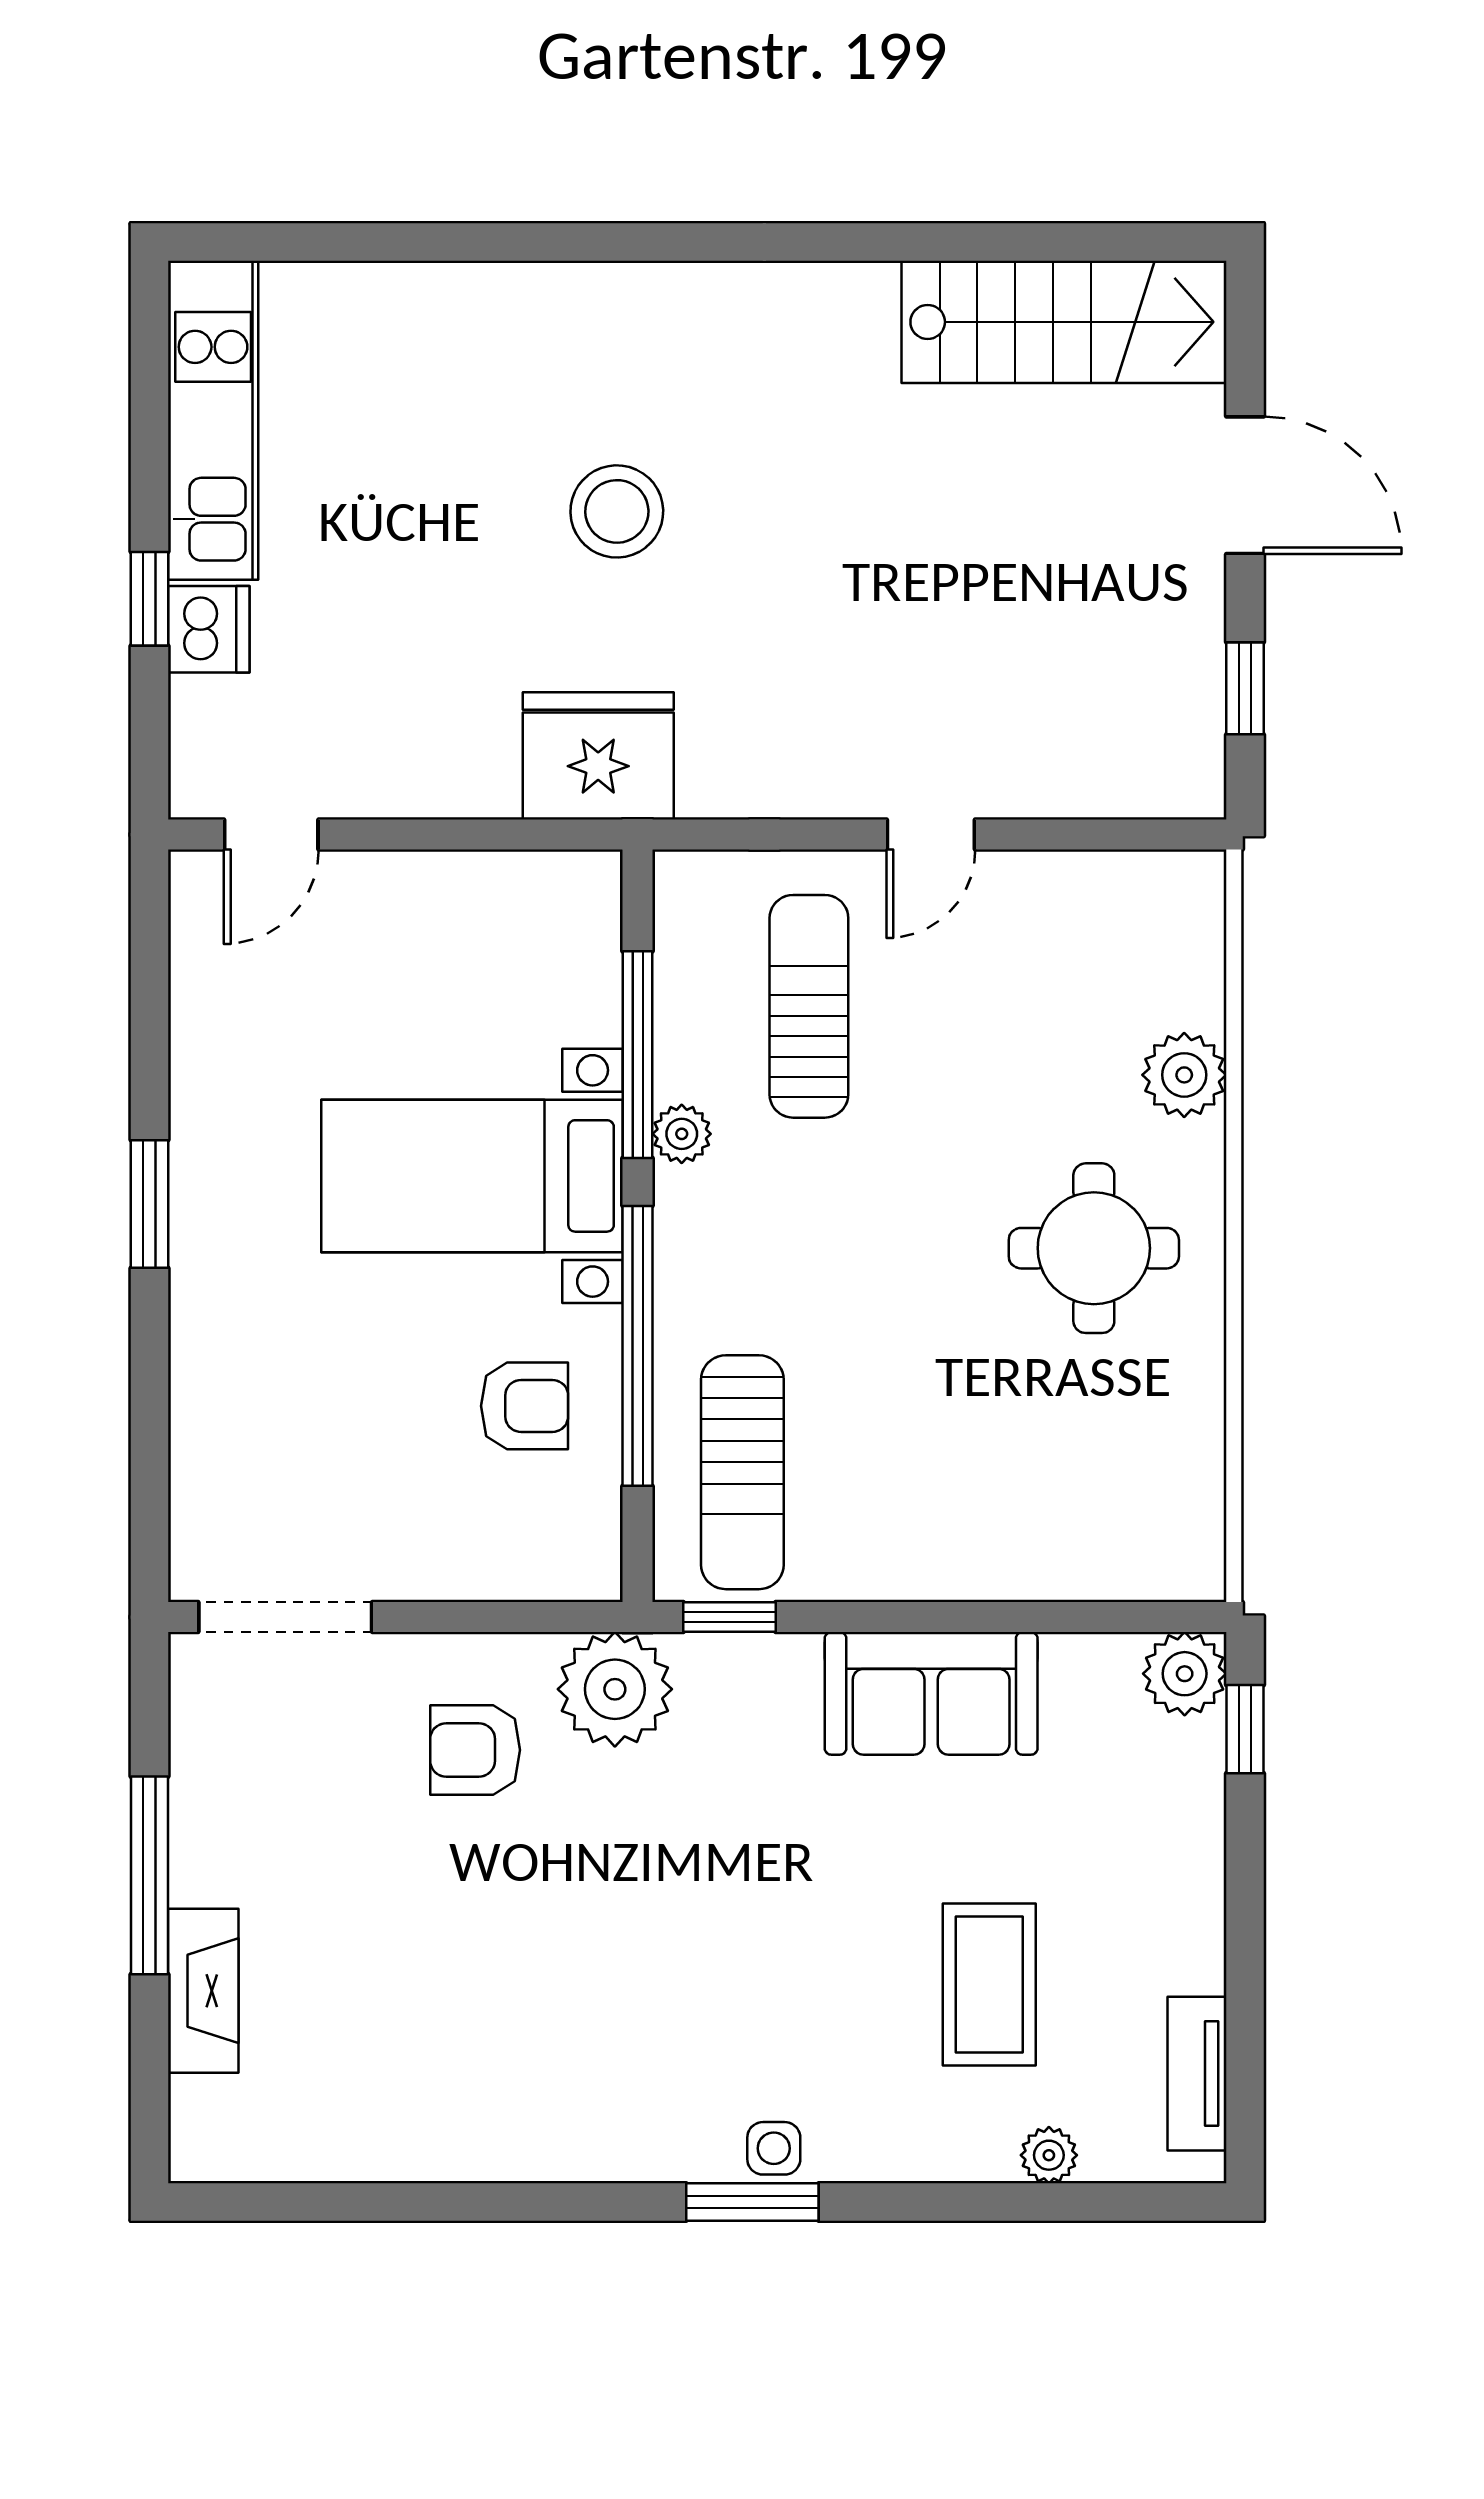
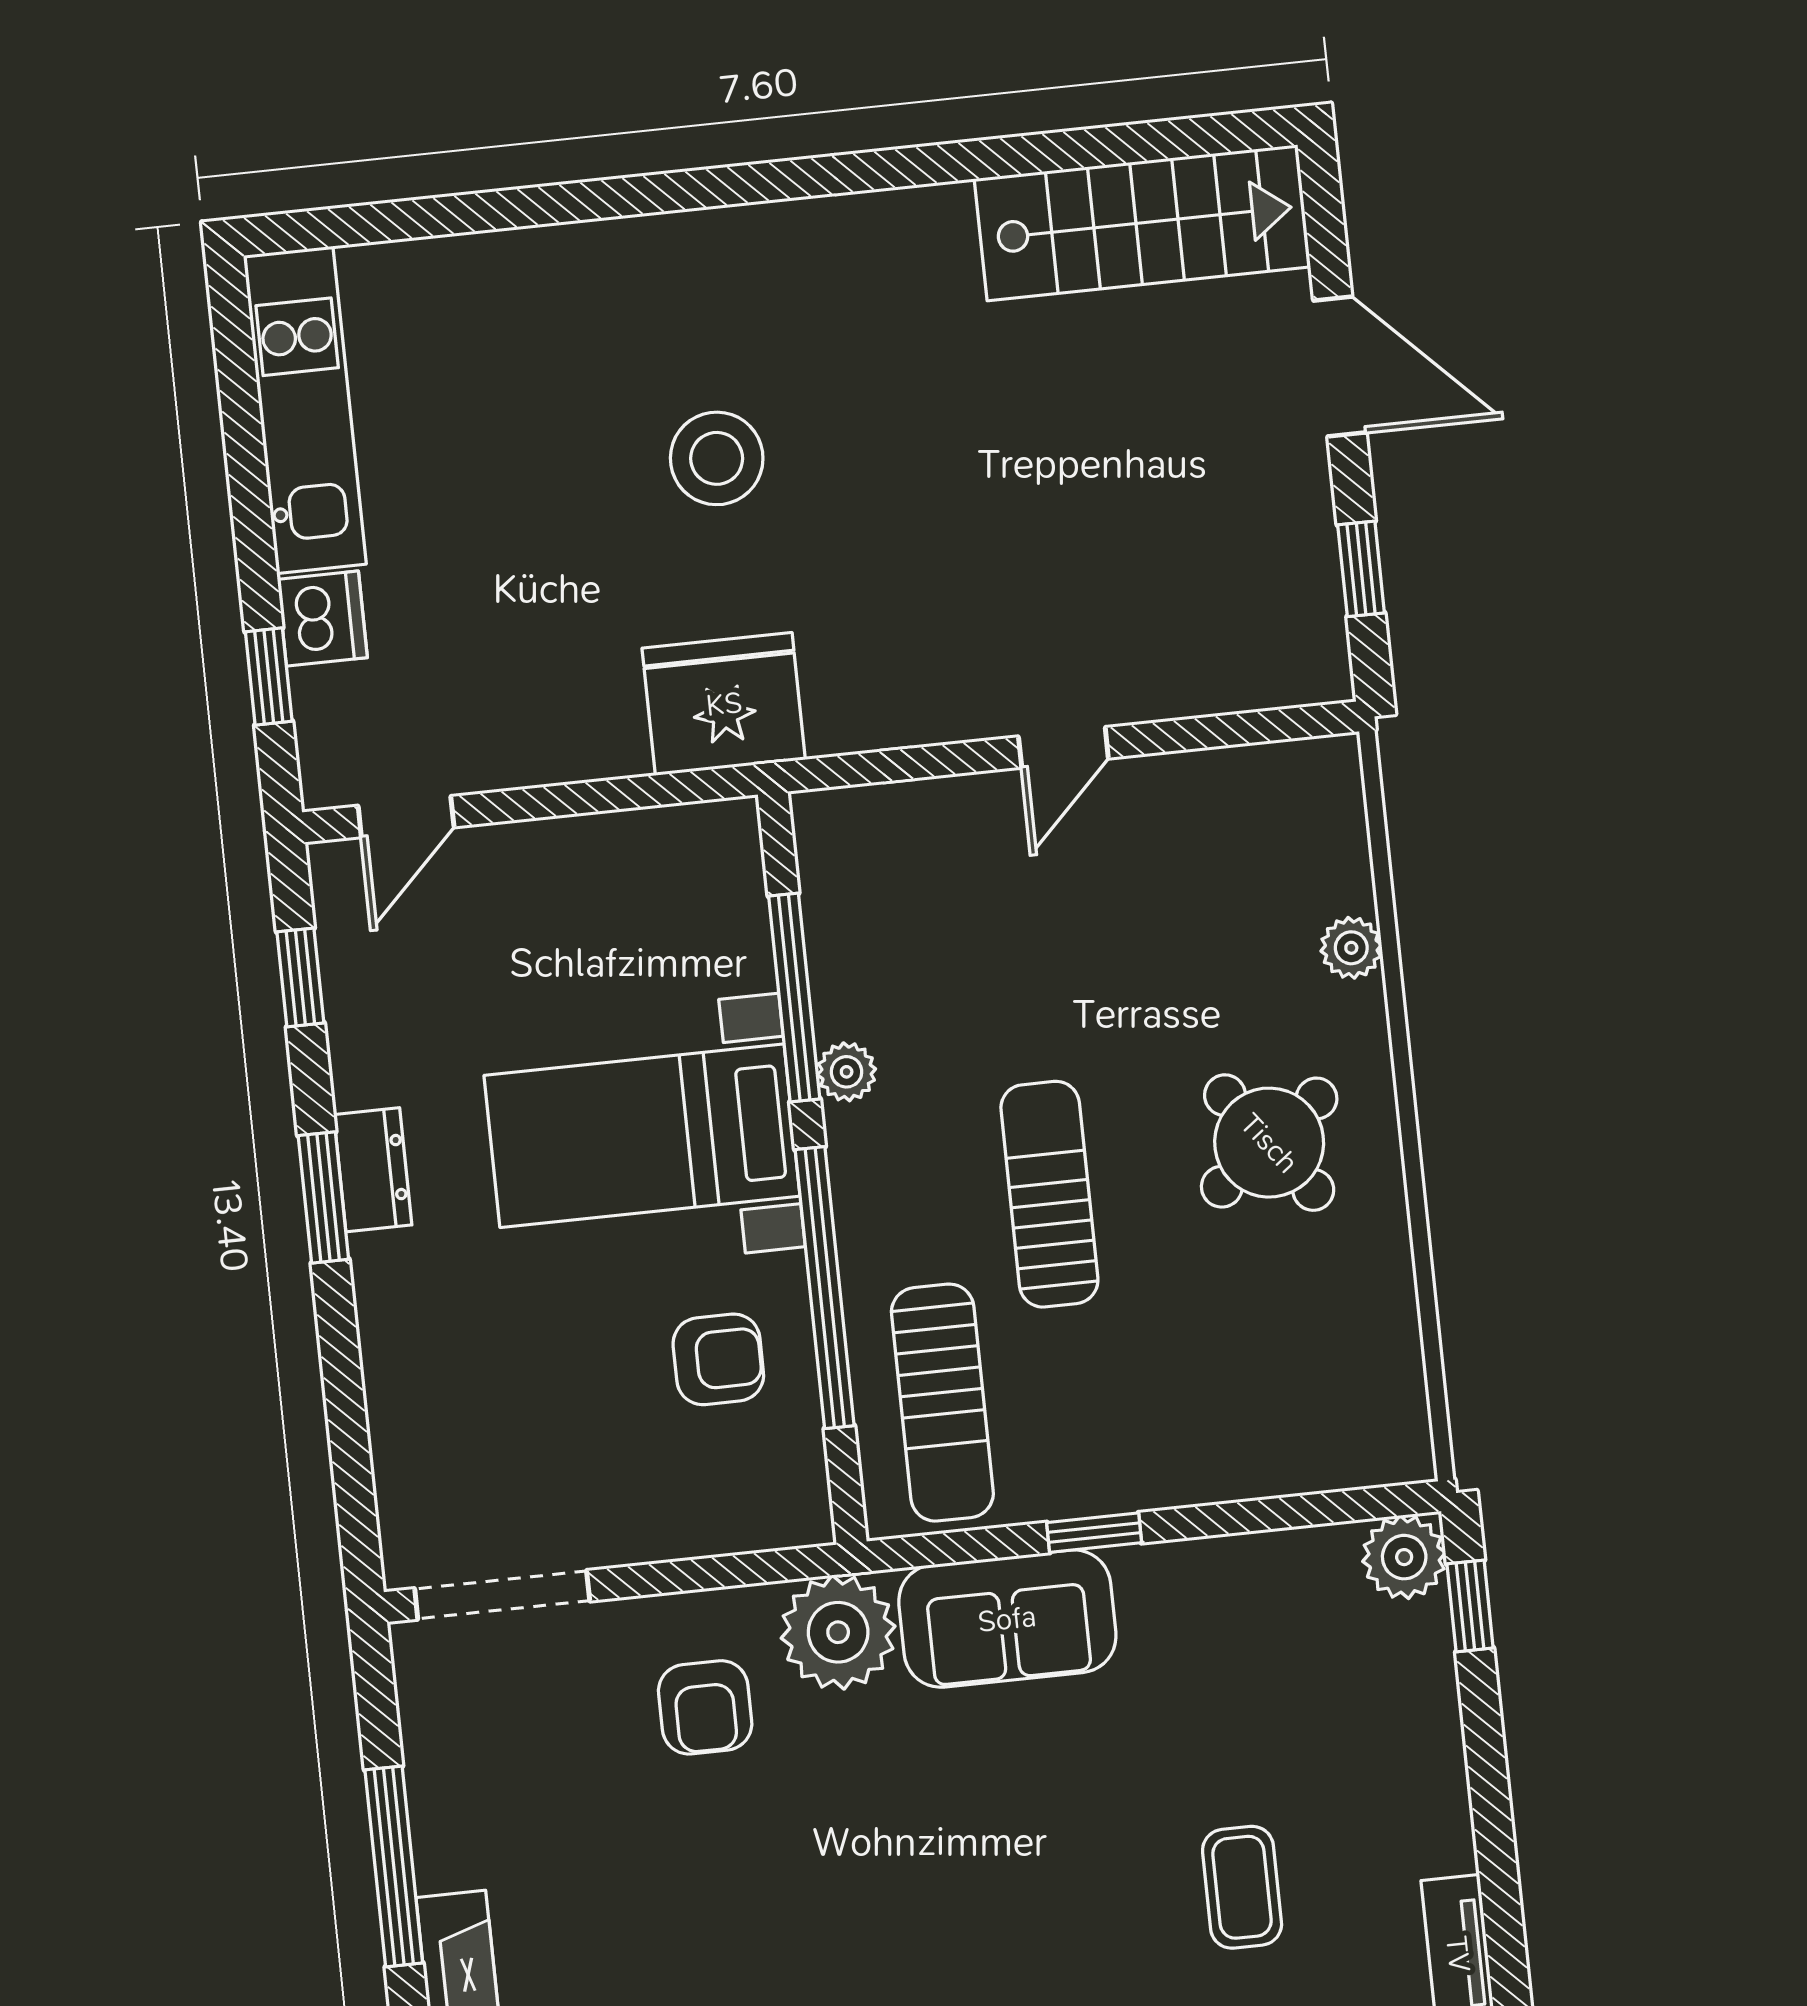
window: (149, 599) -> (269, 676), moved
window: (149, 983) -> (300, 977), added
sun lounger: (809, 1006) -> (1049, 1194), moved
plant: (1184, 1075) -> (1351, 948), width x0.73, depth x0.73
dresser: (201, 1182) -> (373, 1170), added
round table: (1094, 1248) -> (1269, 1143), turned -37
window: (729, 1617) -> (1094, 1533), moved
sofa: (931, 1693) -> (1007, 1619), moved
armchair: (475, 1750) -> (705, 1707), turned -90
coffee table: (989, 1985) -> (1242, 1887), width x0.73, depth x0.77

